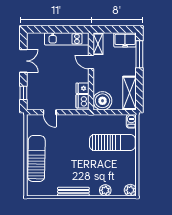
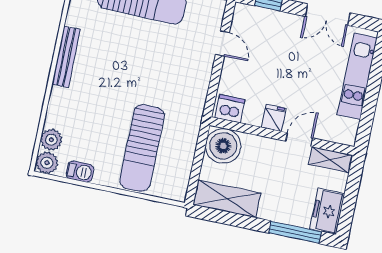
kitchen unit: (67, 39) -> (357, 76), moved
fridge: (83, 88) -> (274, 118), moved
door: (50, 112) -> (222, 43), swing flipped
barbecue: (131, 121) -> (80, 172), moved
plant: (105, 190) -> (51, 140), moved

